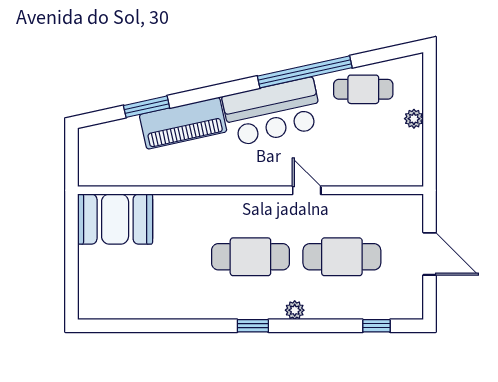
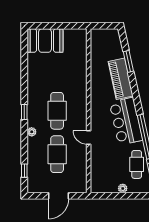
door: (307, 190) -> (89, 137), swing flipped
booth: (115, 219) -> (45, 41), moved, turned 90

